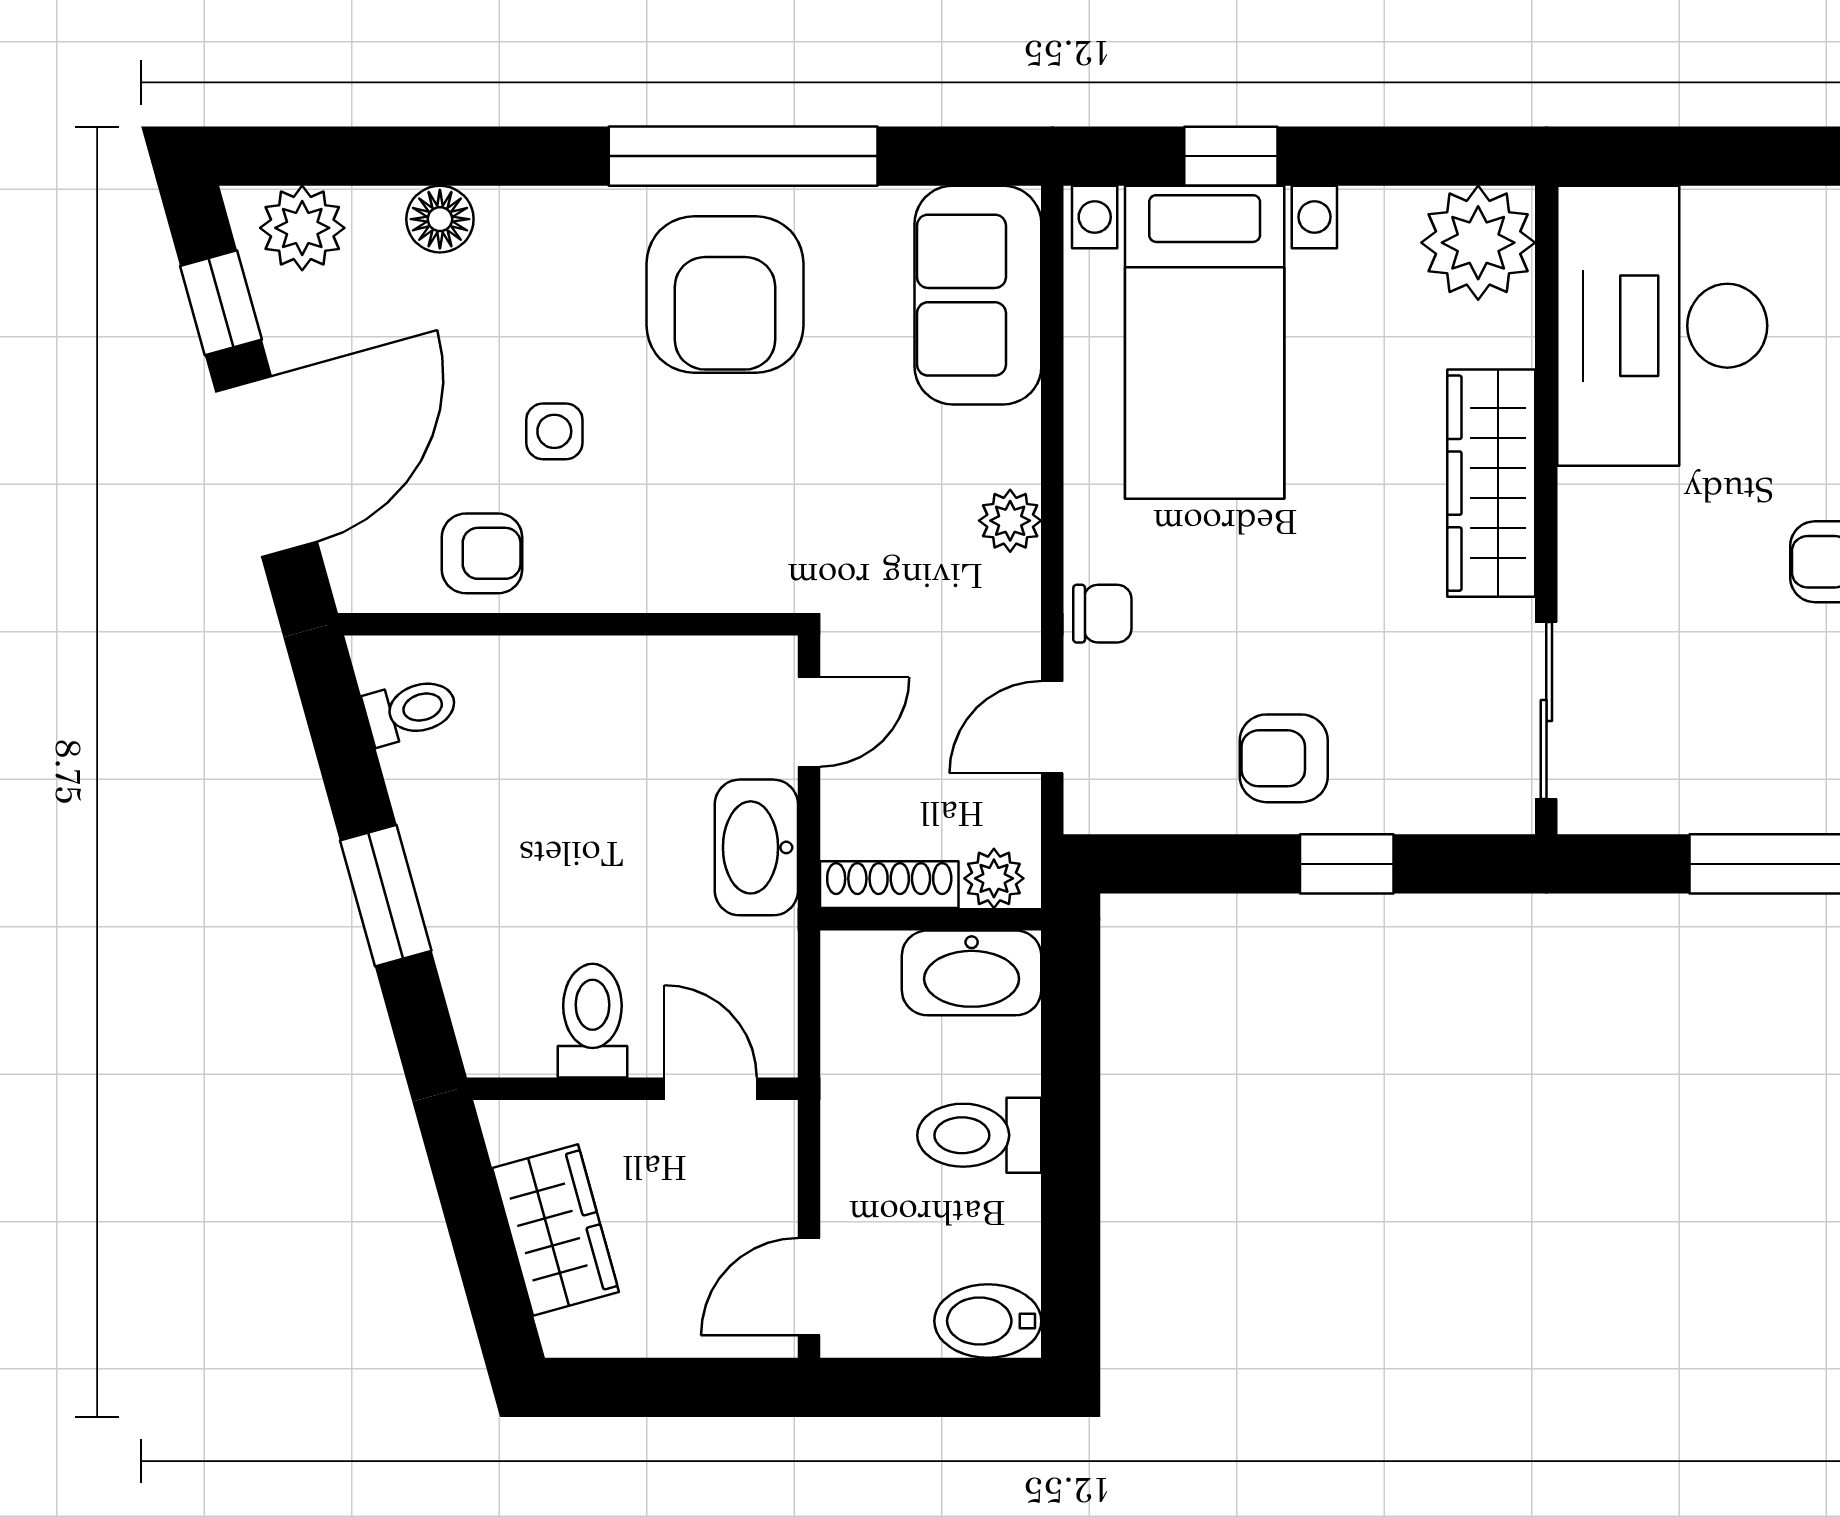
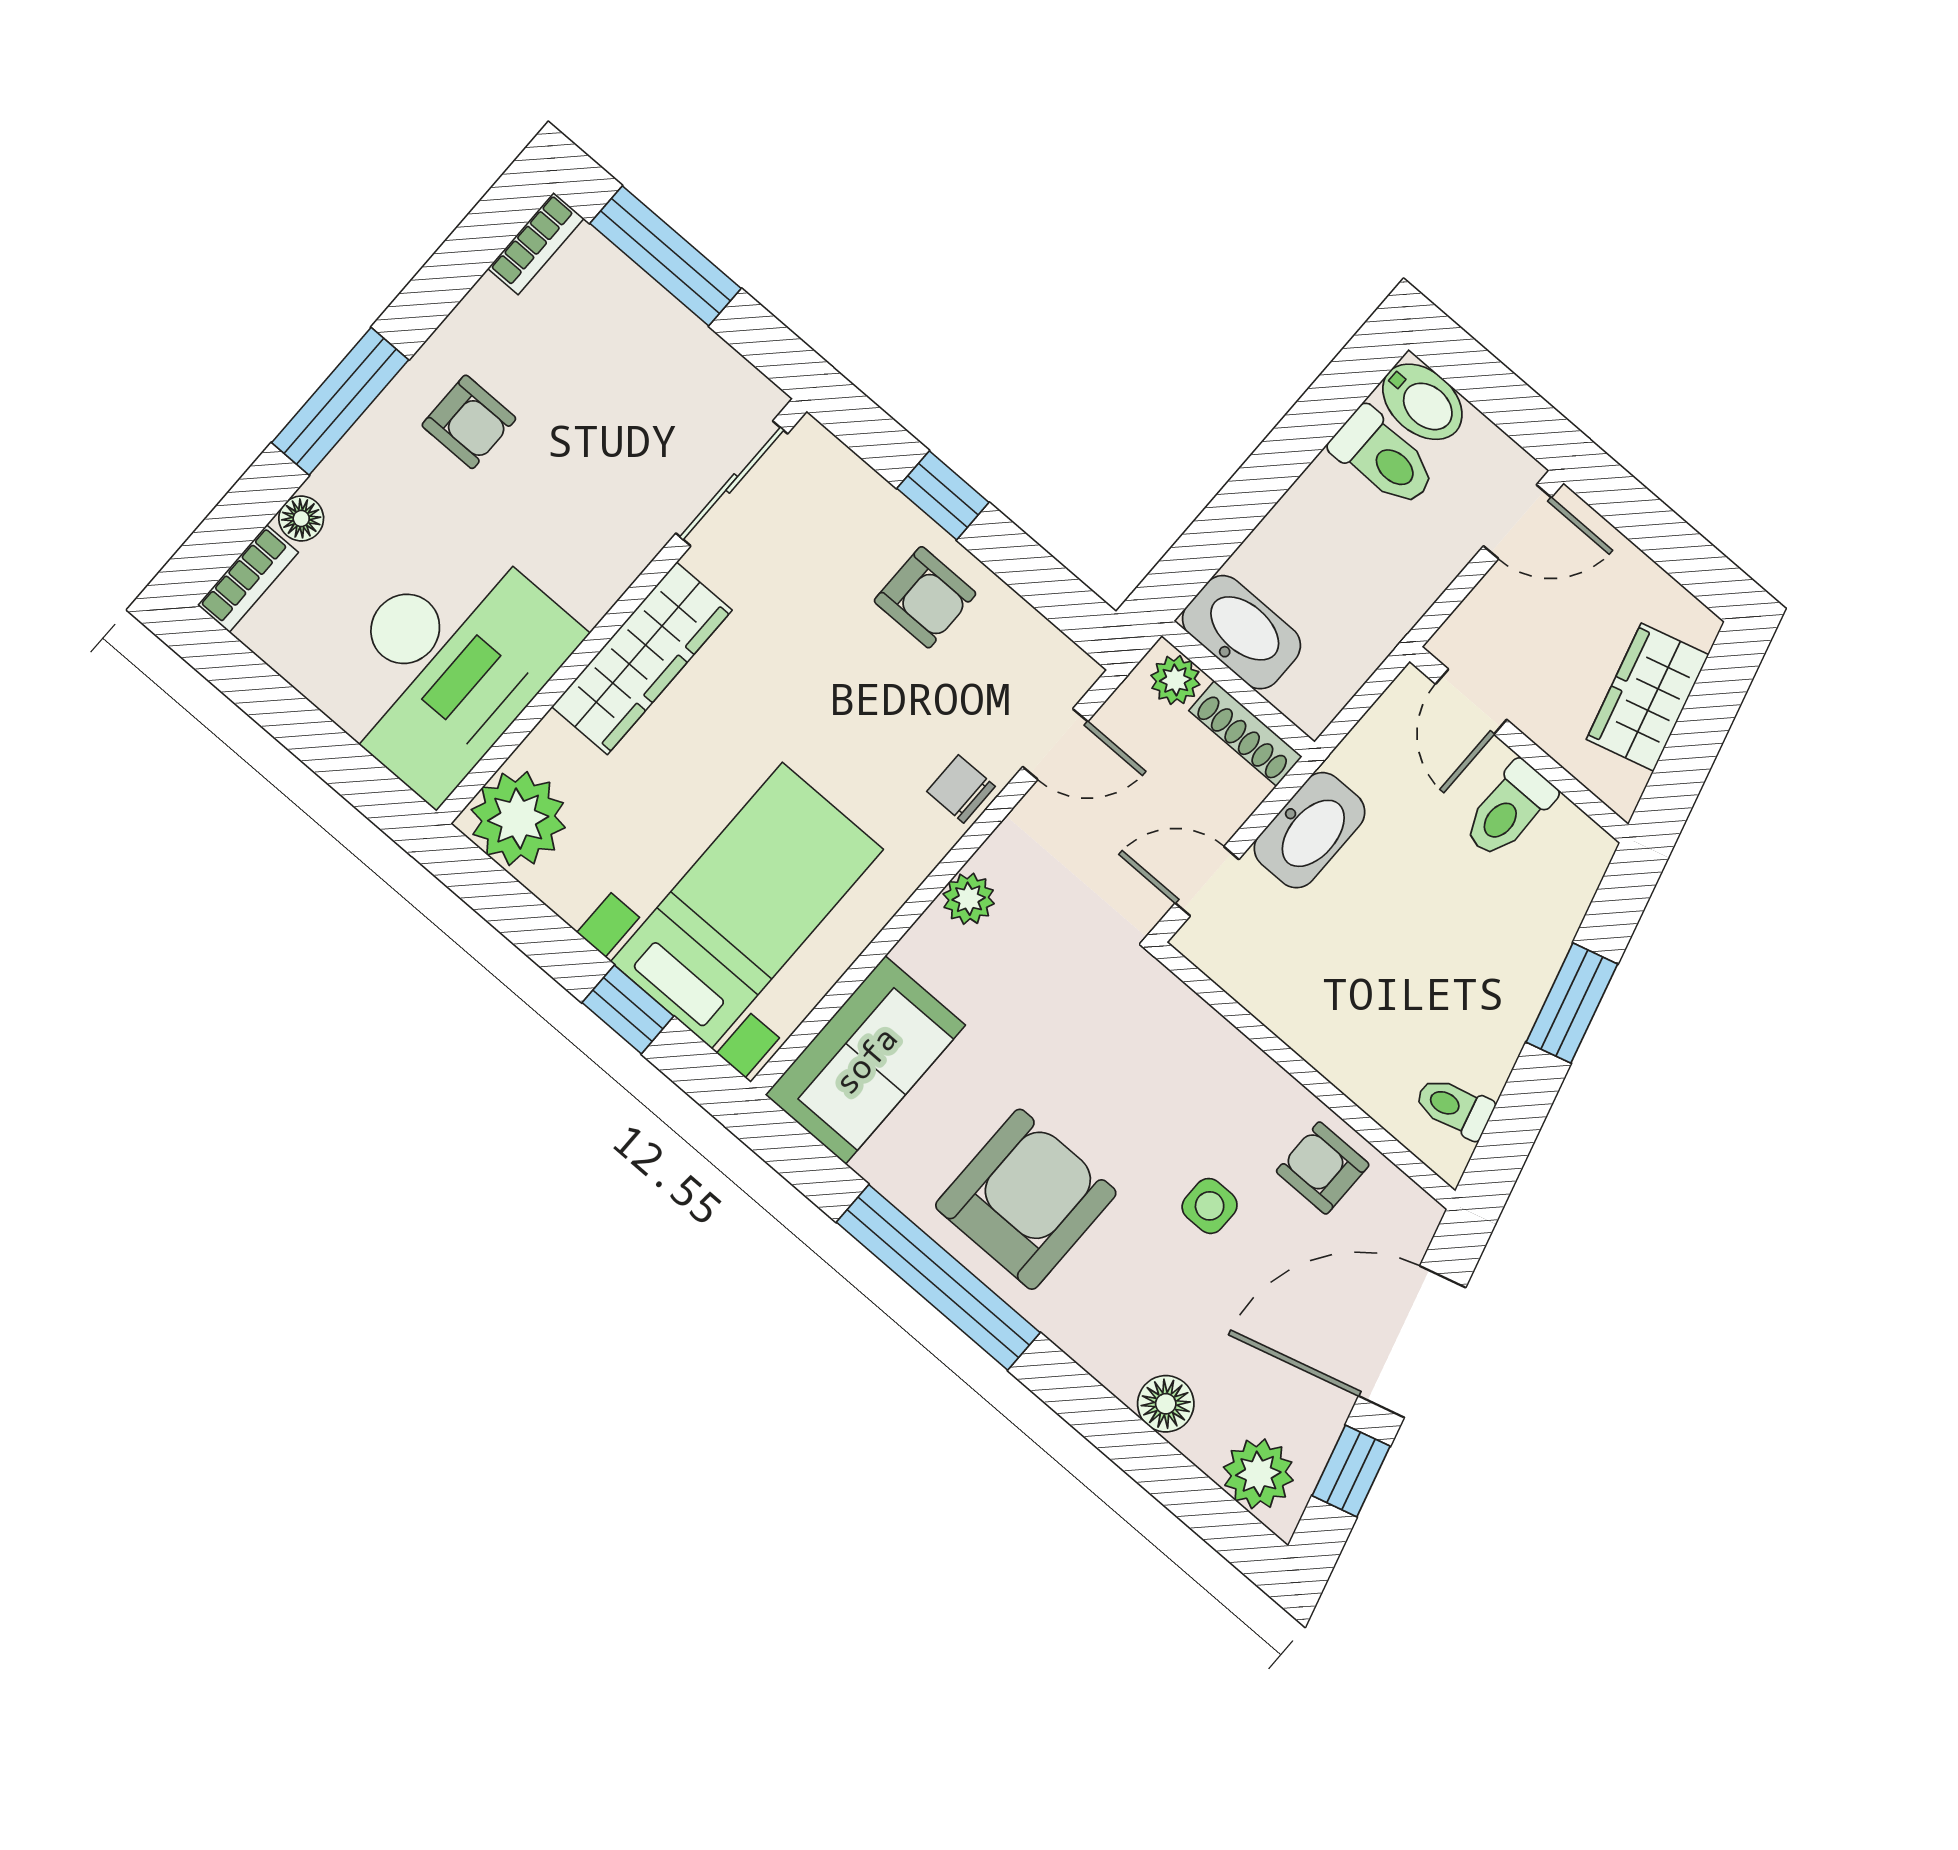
toilet: (979, 1135) -> (1384, 458), moved

